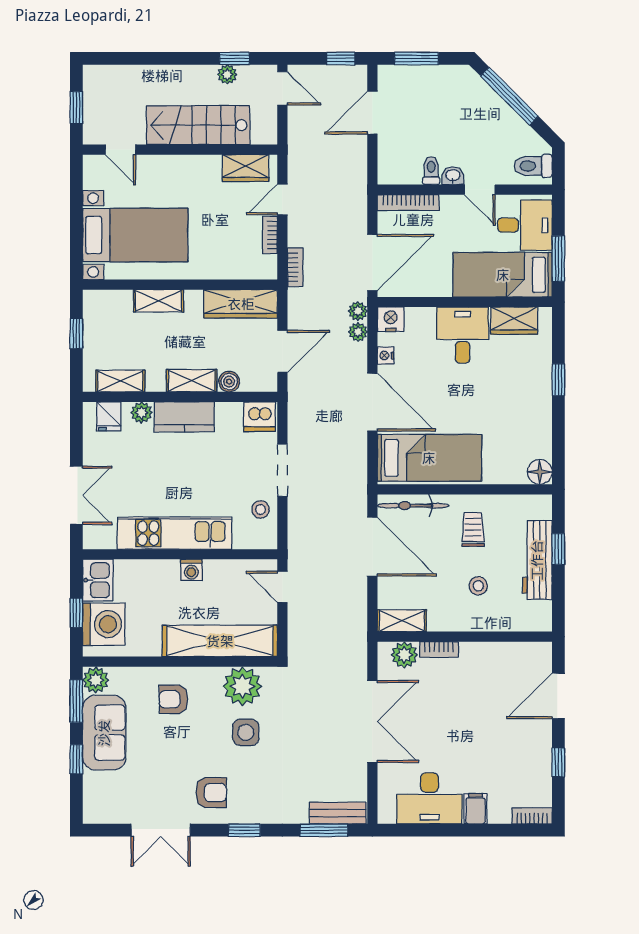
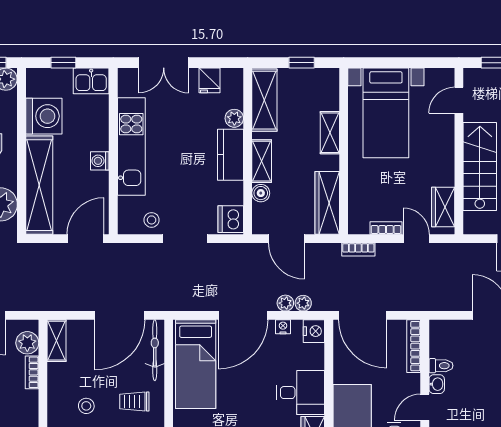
plant: (358, 311) -> (285, 303), moved
shelving: (120, 381) -> (264, 100), width x1.50, depth x1.33
fridge: (109, 416) -> (209, 80), moved, turned -90
trolley: (473, 529) -> (134, 402), turned 180
door: (282, 587) -> (85, 239), width x1.38
washing machine: (104, 624) -> (44, 116), moved, turned -90

